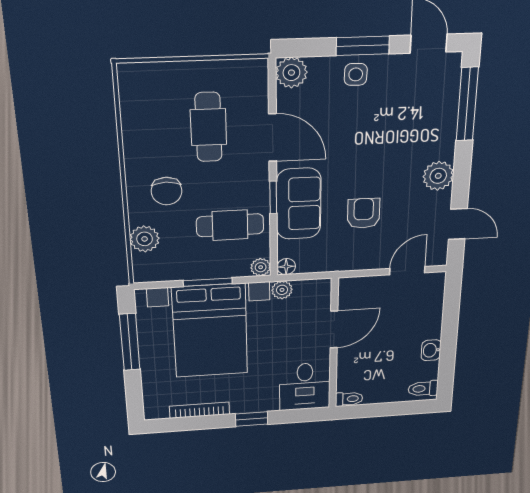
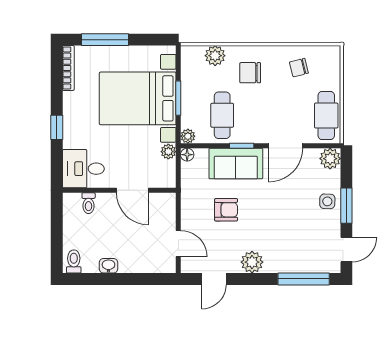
chair: (155, 123) -> (299, 68), added
cafe table: (208, 127) -> (326, 116), moved, turned 90
window: (130, 342) -> (105, 40), moved
toilet: (349, 399) -> (89, 203), moved
bookcase: (199, 410) -> (68, 68), moved

